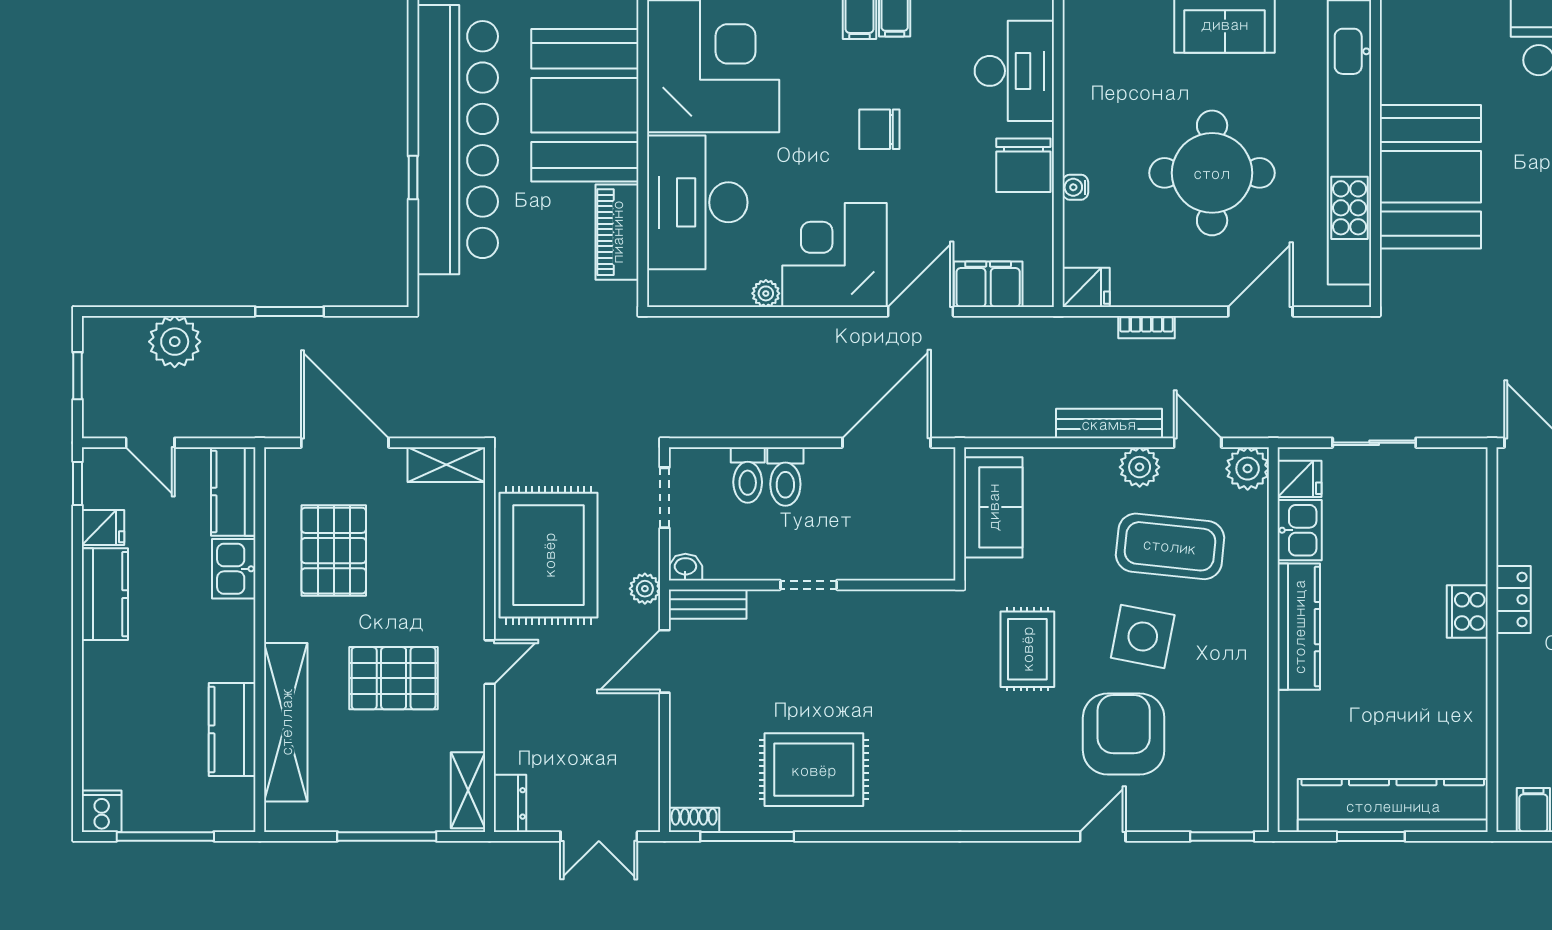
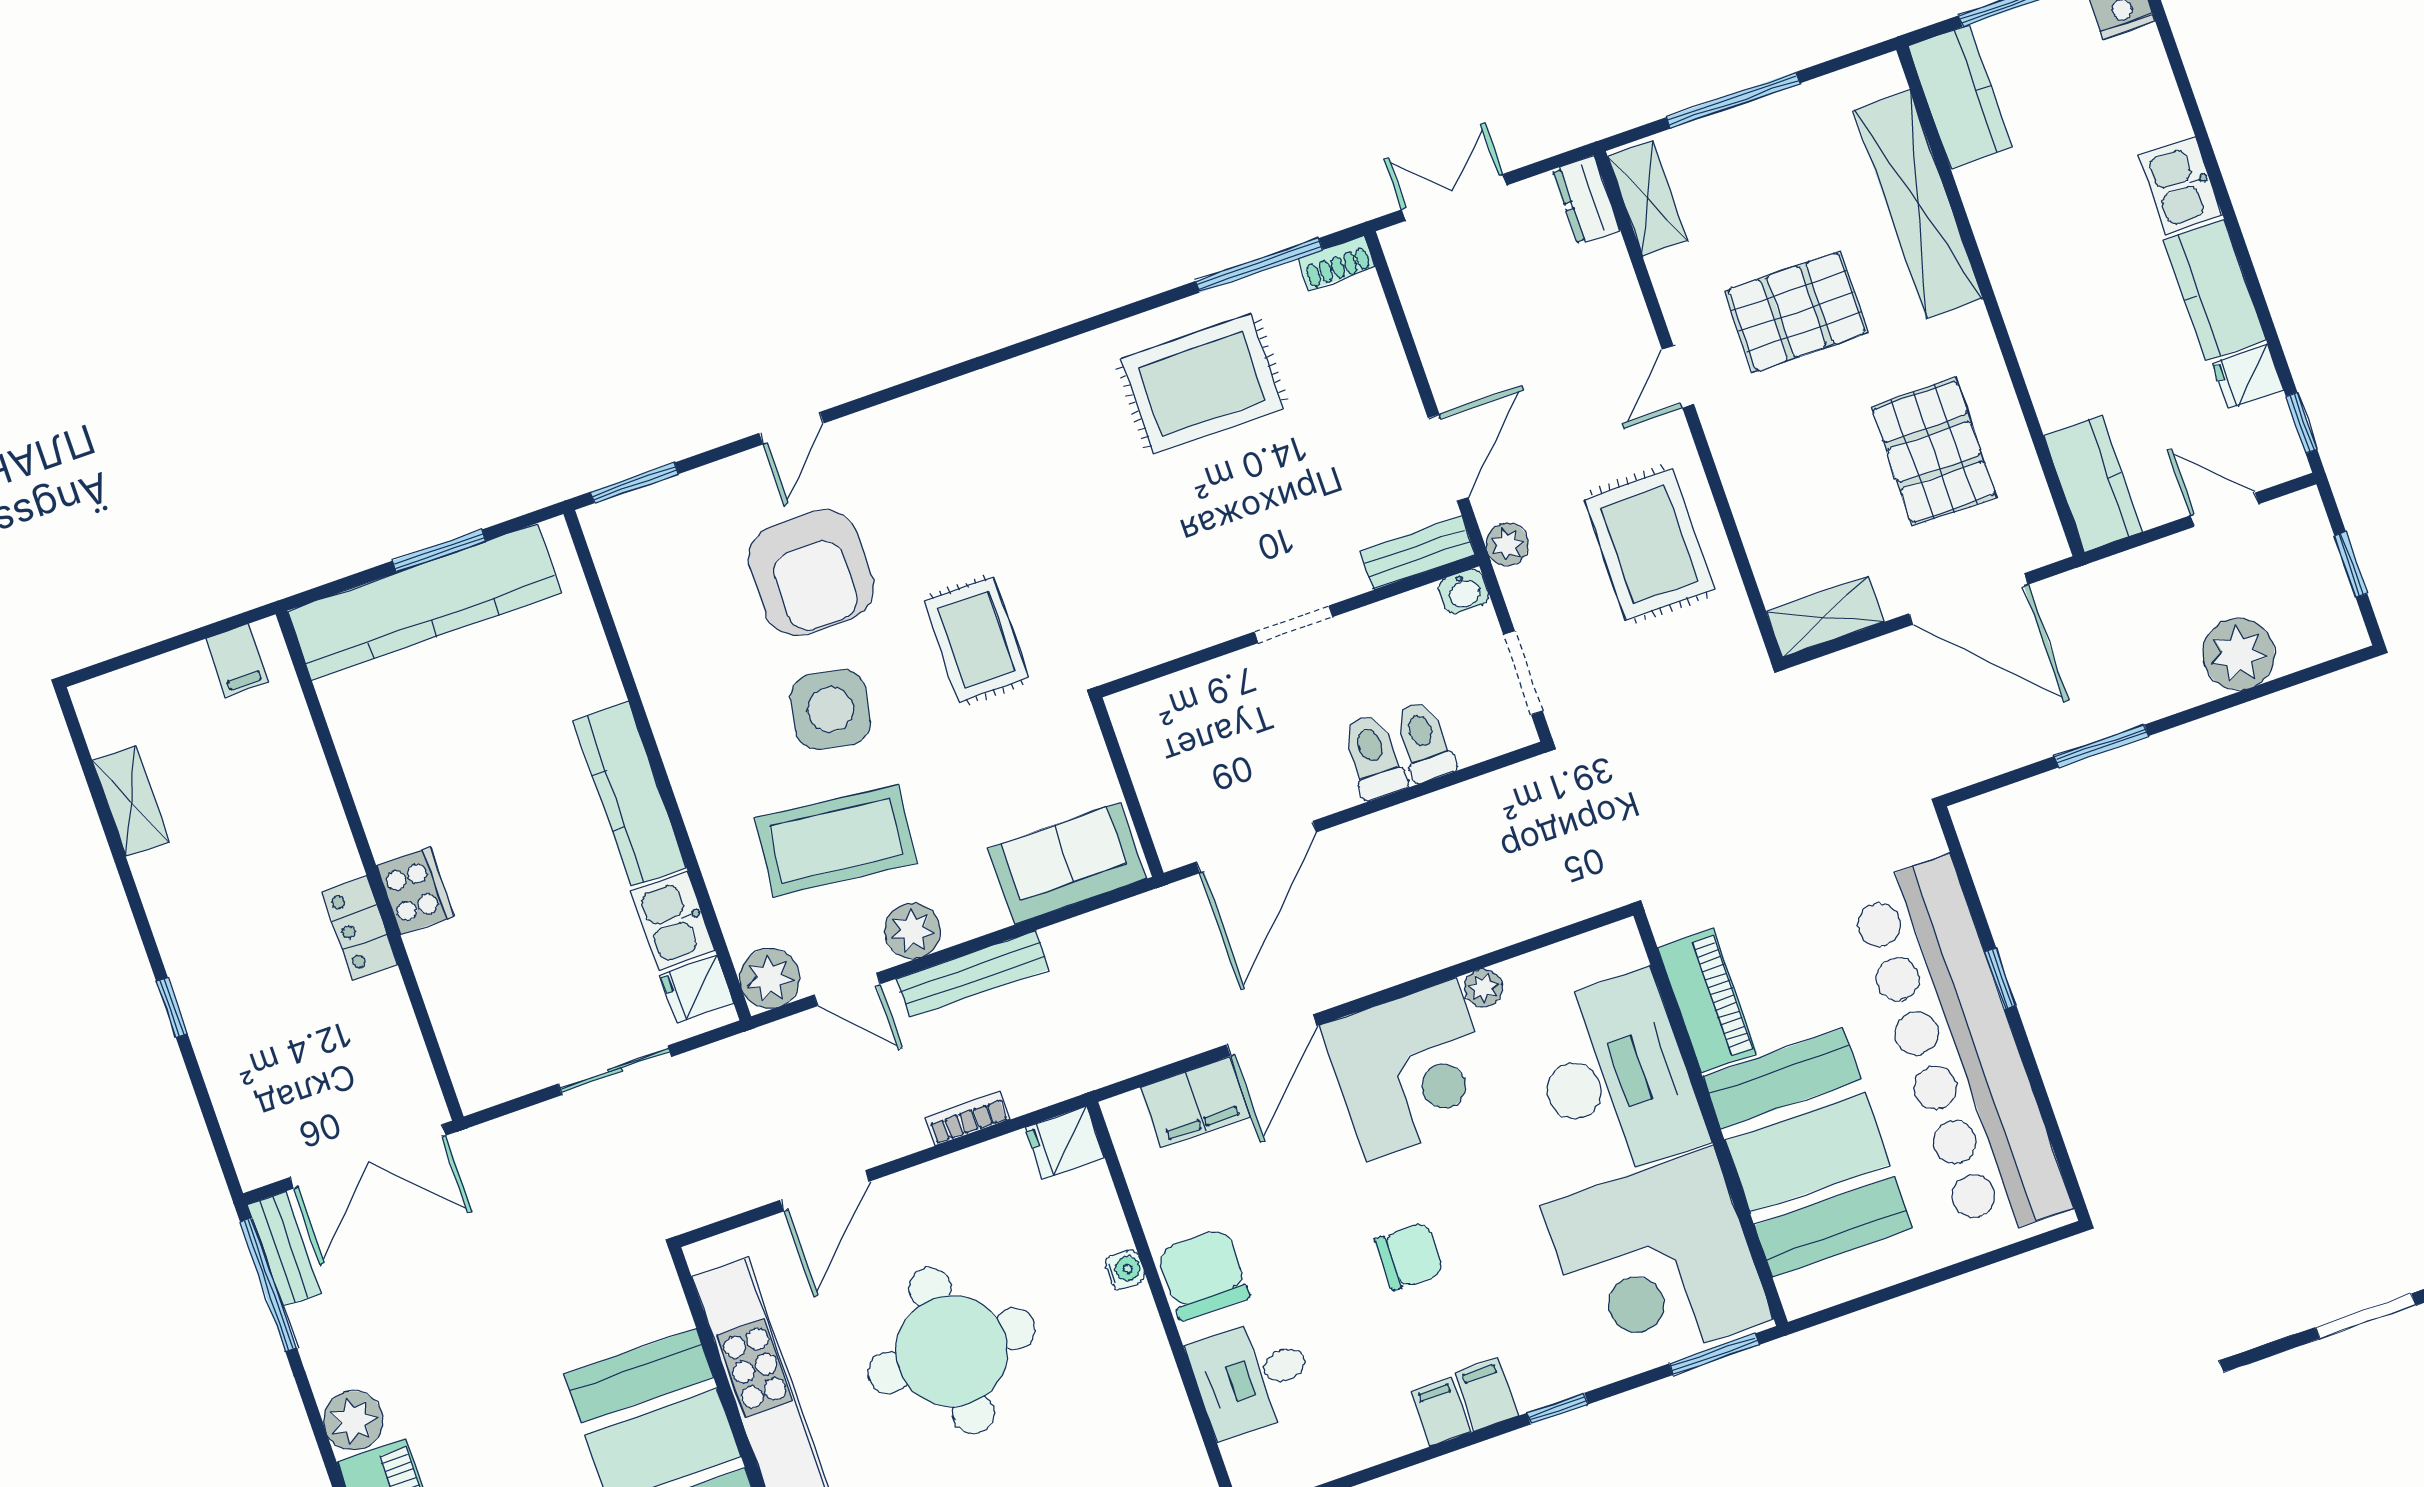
desk: (1014, 71) -> (1252, 1377), width x0.73
sofa: (993, 507) -> (1067, 863), moved, turned 90
rug: (549, 555) -> (1649, 544), width x0.73, depth x0.69
kitchen sink: (234, 569) -> (2180, 186), moved, turned 180
kitchen counter: (232, 729) -> (1960, 97), moved

